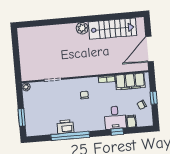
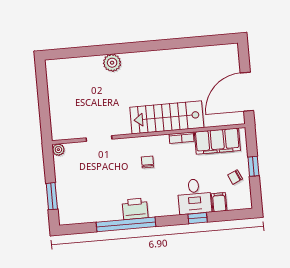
plant: (82, 28) -> (112, 63), moved
stairs: (112, 29) -> (167, 117), moved, turned 180
printer: (65, 127) -> (135, 209), moved

